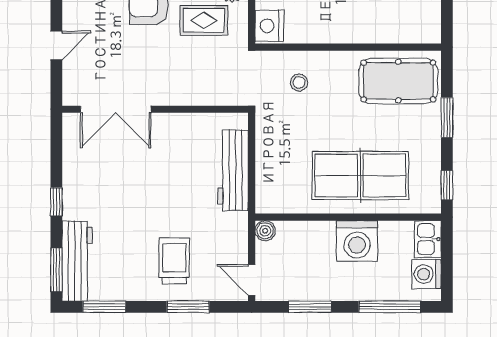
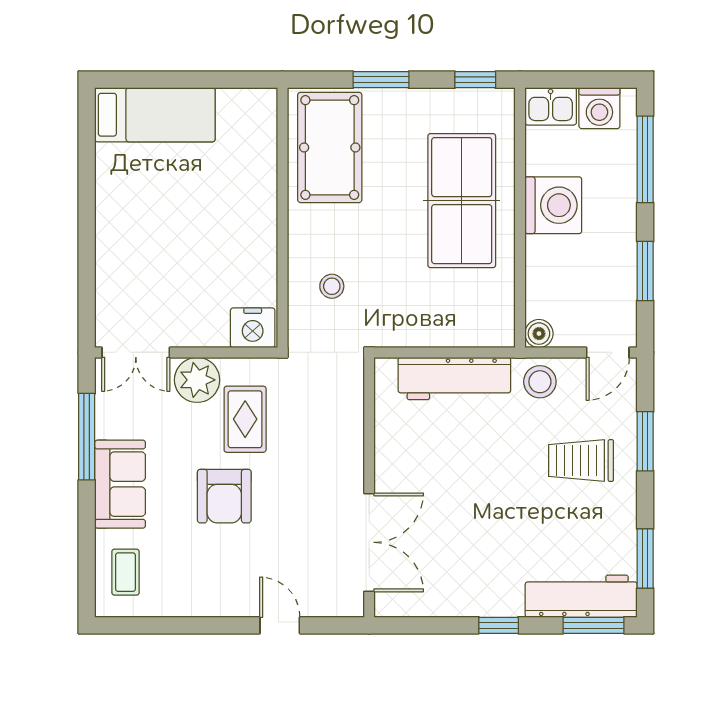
stool: (231, 231) -> (540, 382), added

